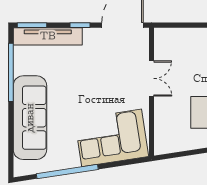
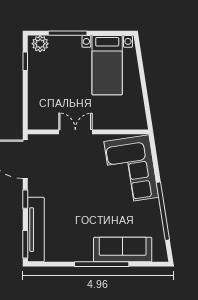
window: (11, 72) -> (102, 264), moved
sofa: (30, 118) -> (123, 250), width x0.74, depth x0.79

